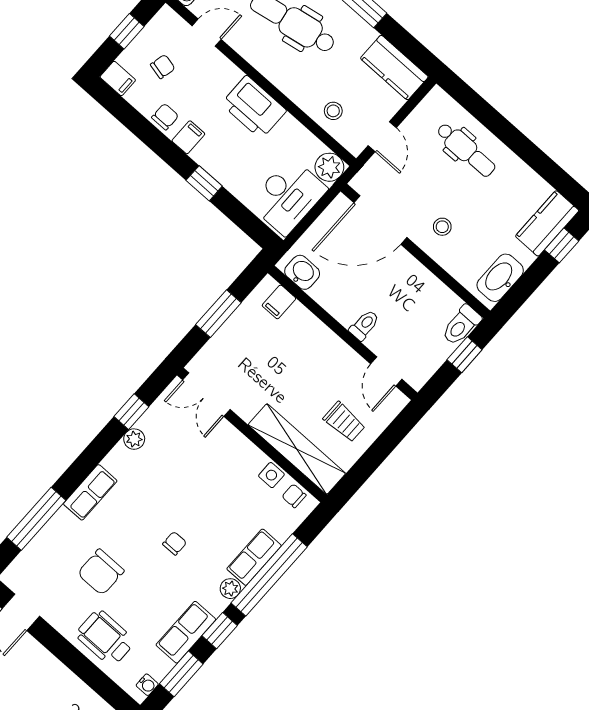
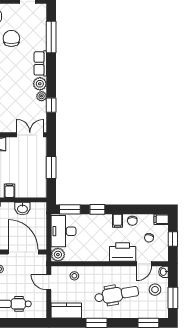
printer: (254, 107) -> (123, 252), moved
door: (380, 220) -> (23, 252), hinge flipped
window: (247, 222) -> (70, 209), added
washbasin: (302, 272) -> (22, 209), moved
filing cabinet: (279, 302) -> (9, 191), moved
plant: (119, 461) -> (40, 84), added

